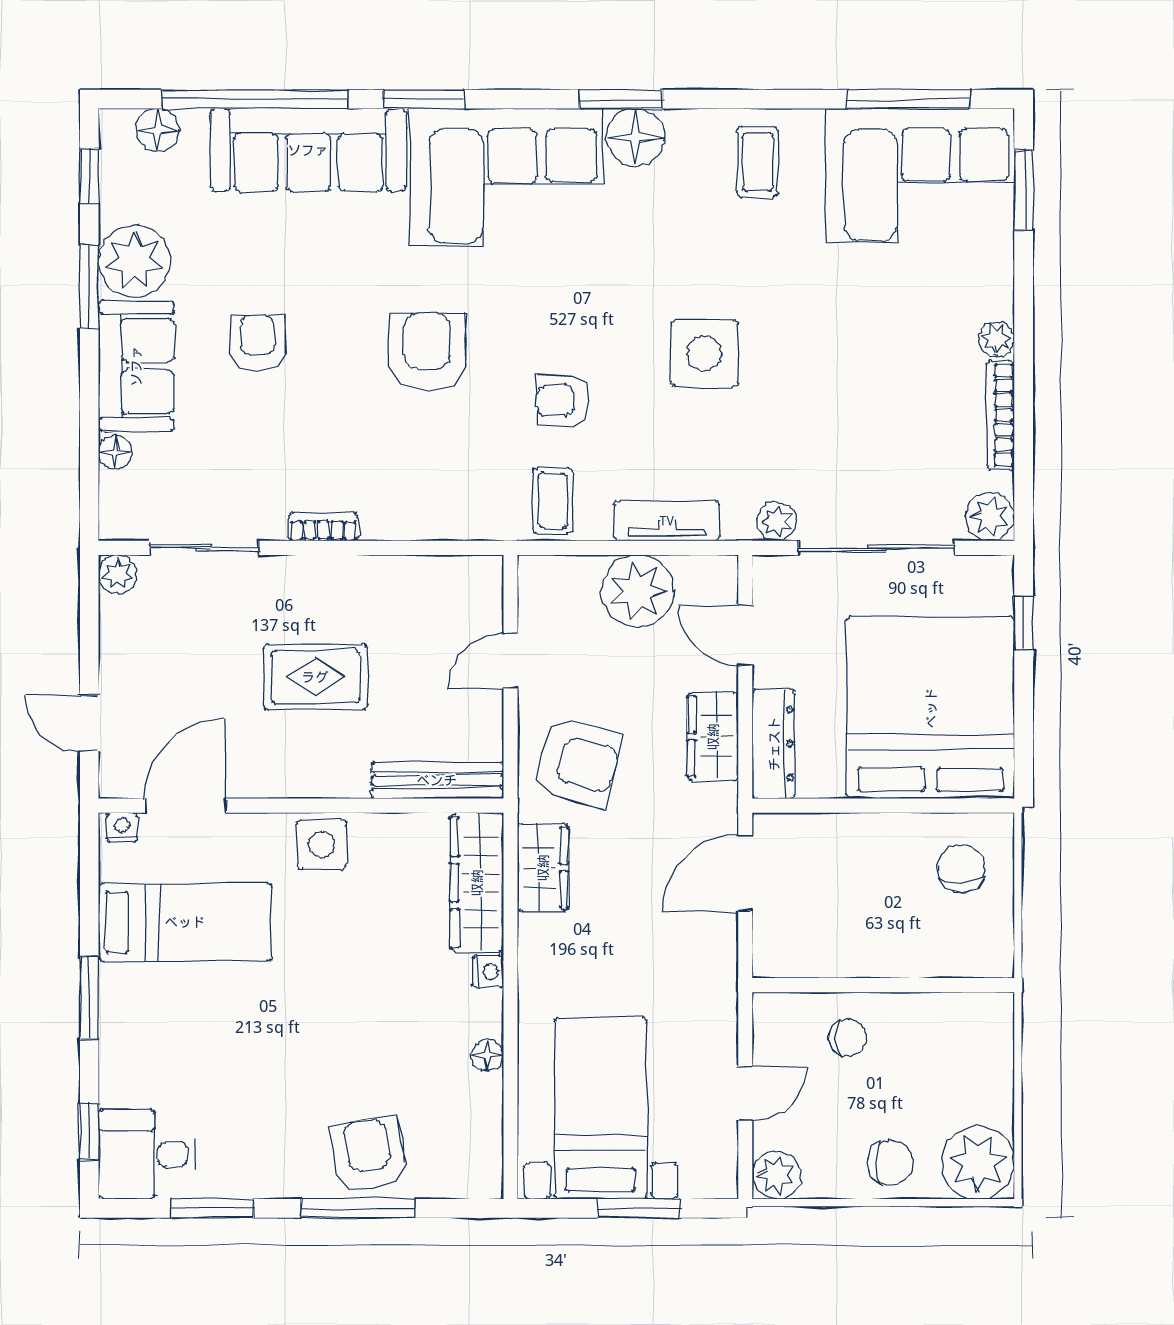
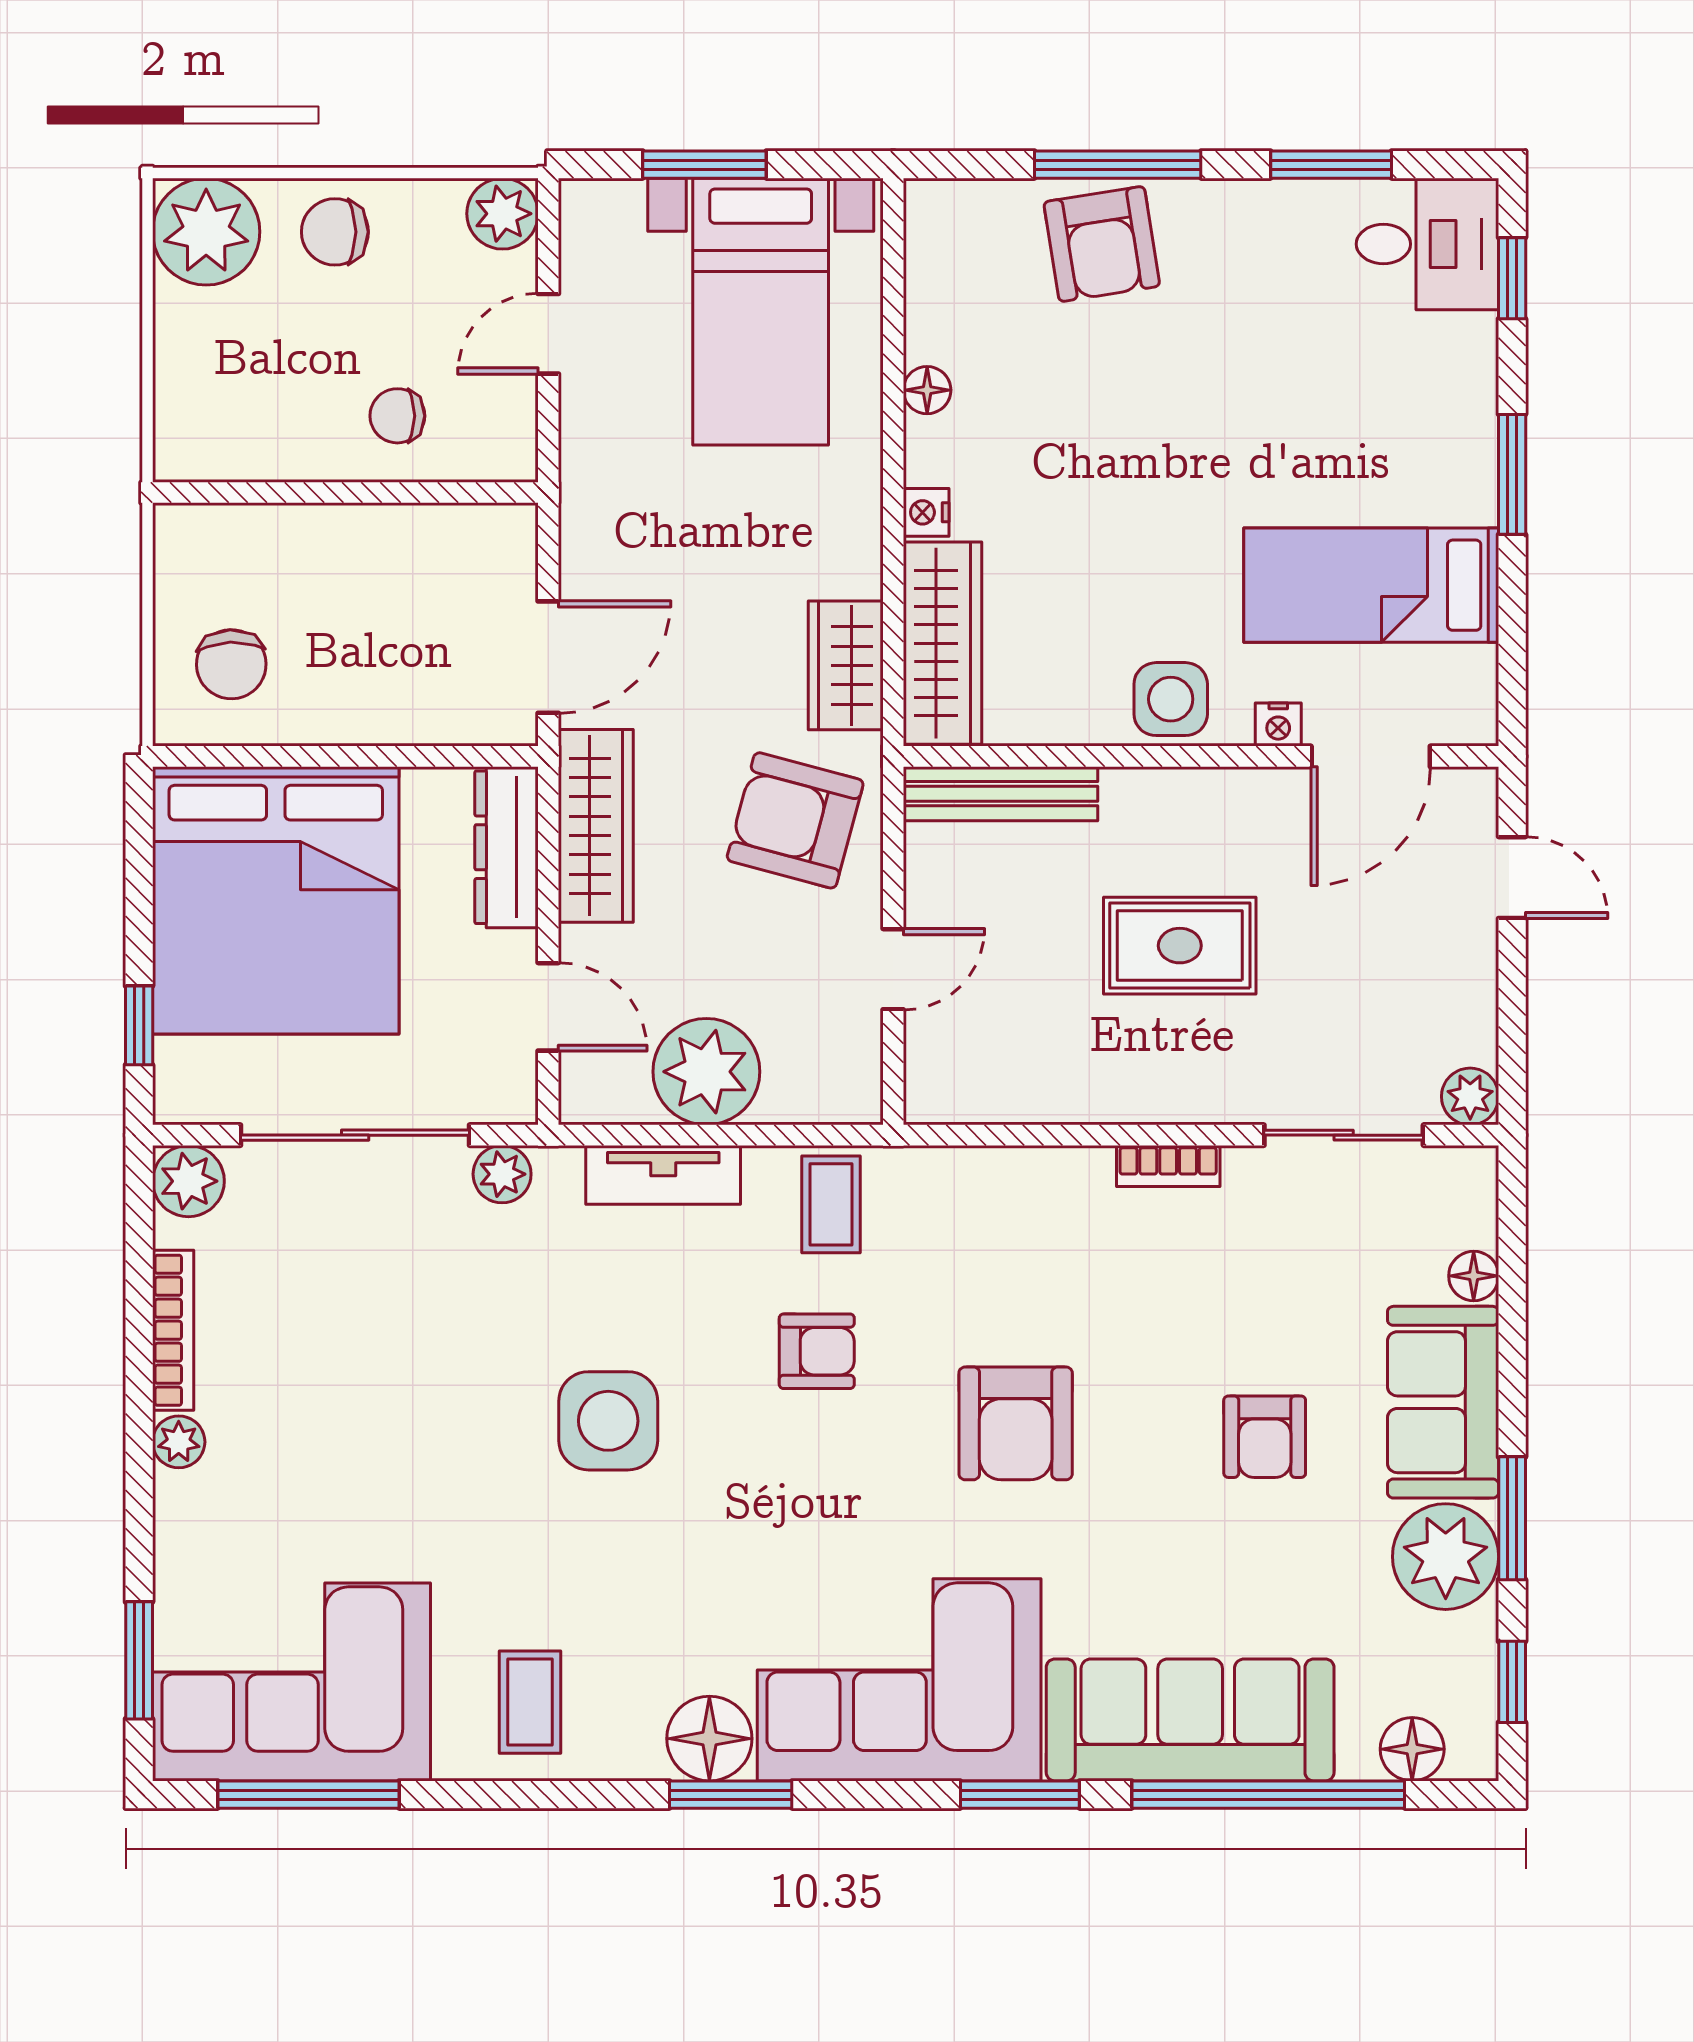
wardrobe: (713, 737) -> (596, 826), width x1.50
nightstand: (122, 827) -> (1278, 725), moved

